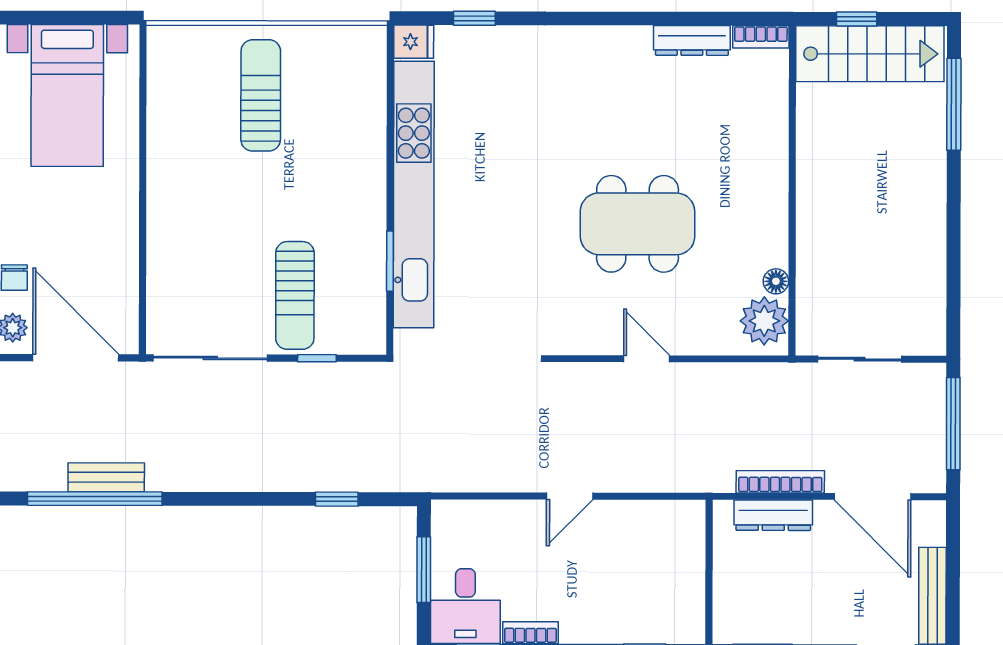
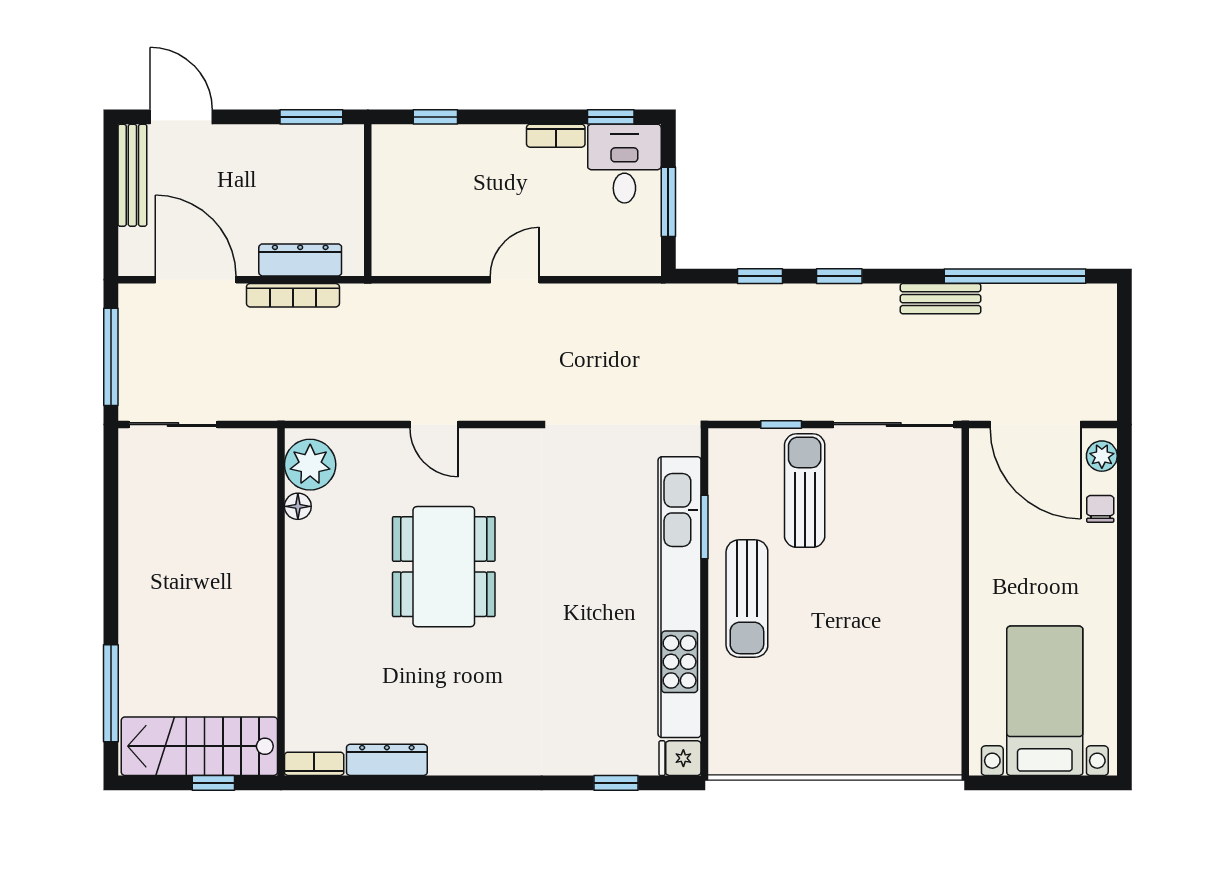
sun lounger: (261, 95) -> (747, 599), moved
dining table: (638, 224) -> (444, 567), turned 90
sliding door: (859, 359) -> (173, 425), moved
bench: (106, 477) -> (941, 299), moved
window: (262, 499) -> (839, 276), added

